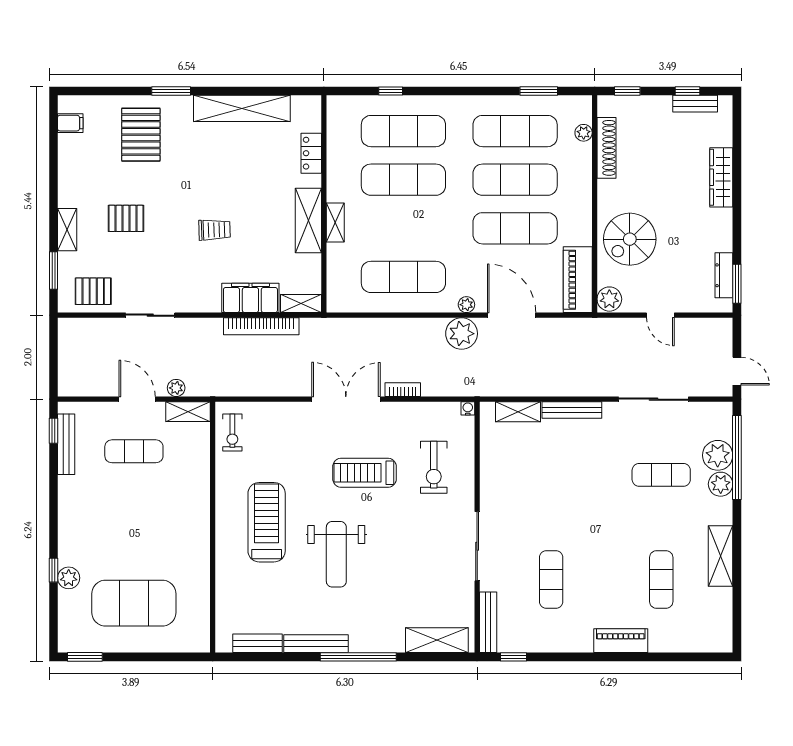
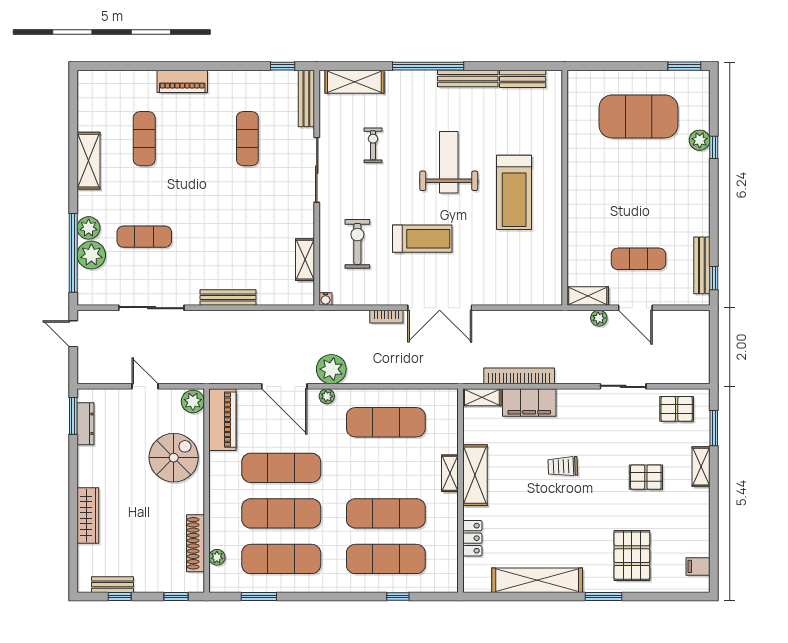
shelving: (518, 412) -> (305, 260), moved, turned 90
exercise bike: (232, 432) -> (373, 145), moved

